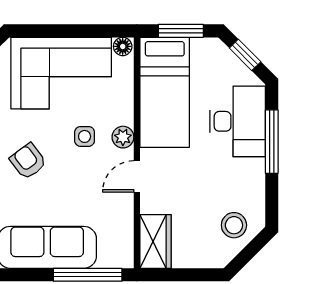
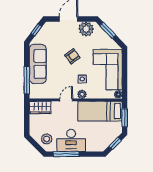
desk: (238, 121) -> (71, 140), moved
window: (272, 142) -> (66, 154), moved
door: (137, 176) -> (66, 100), hinge flipped

